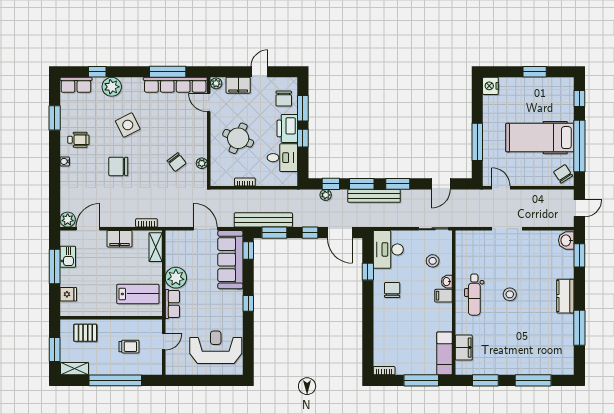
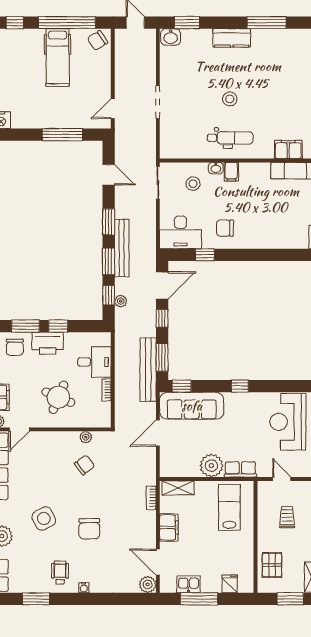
chair: (284, 99) -> (15, 347), turned 90
hospital bed: (540, 138) -> (58, 57), width x0.73, depth x0.78
desk: (282, 158) -> (94, 362), moved, turned 90

